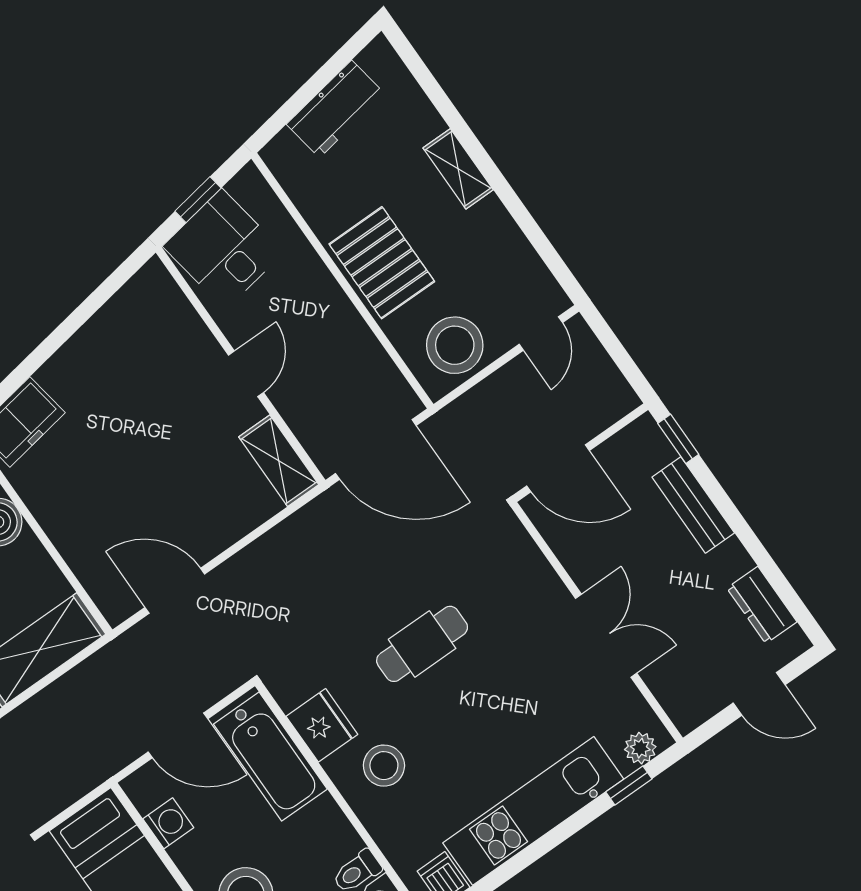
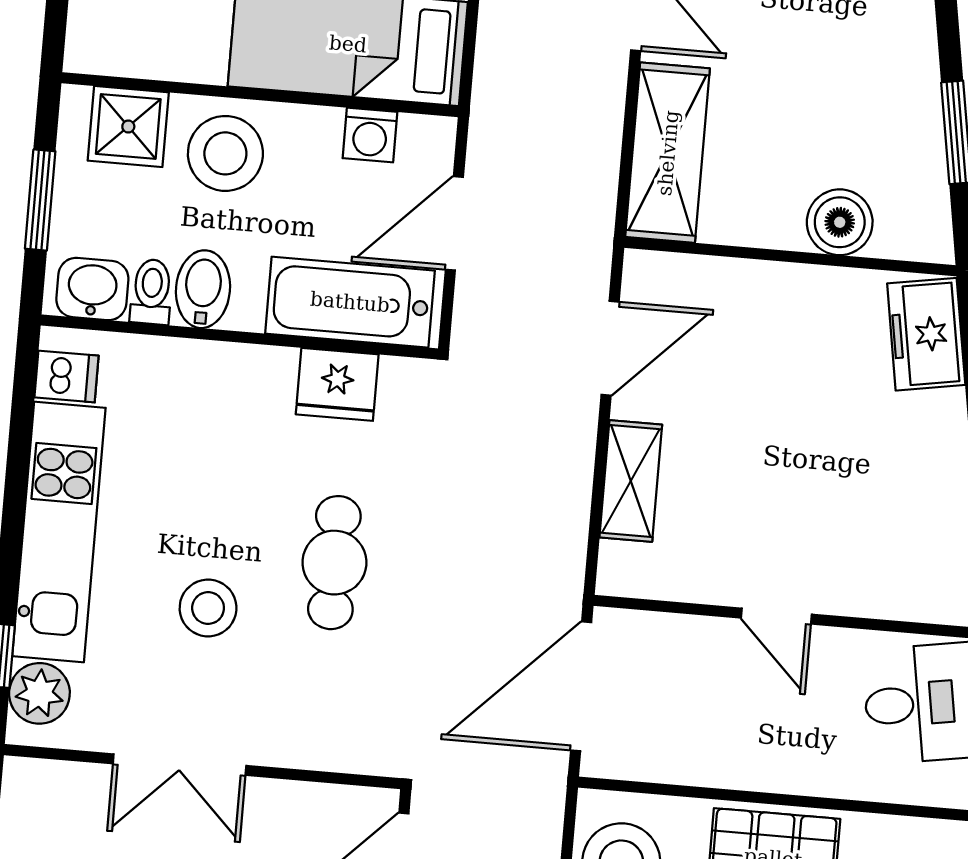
shelving: (279, 461) -> (631, 481), moved, turned 90
plant: (640, 748) -> (39, 693), width x1.38, depth x1.38
stool: (384, 766) -> (208, 608), moved
bidet: (332, 844) -> (203, 289), added

